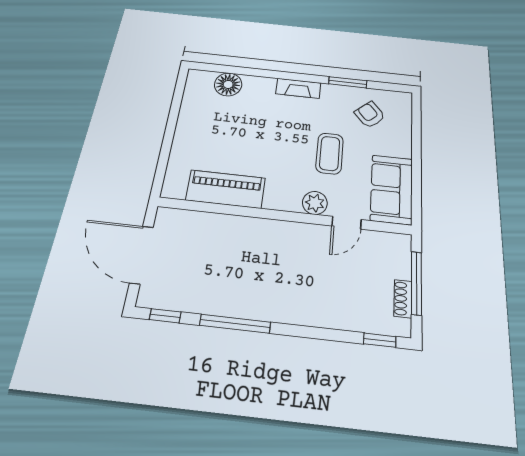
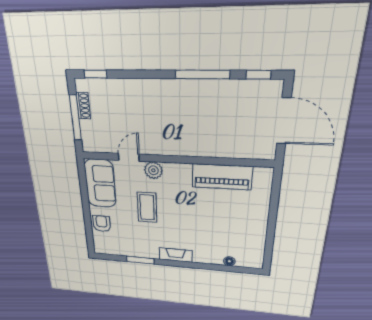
floor lamp: (228, 84) -> (229, 261), width x0.53, depth x0.53
armchair: (370, 115) -> (102, 224), moved, turned -139

